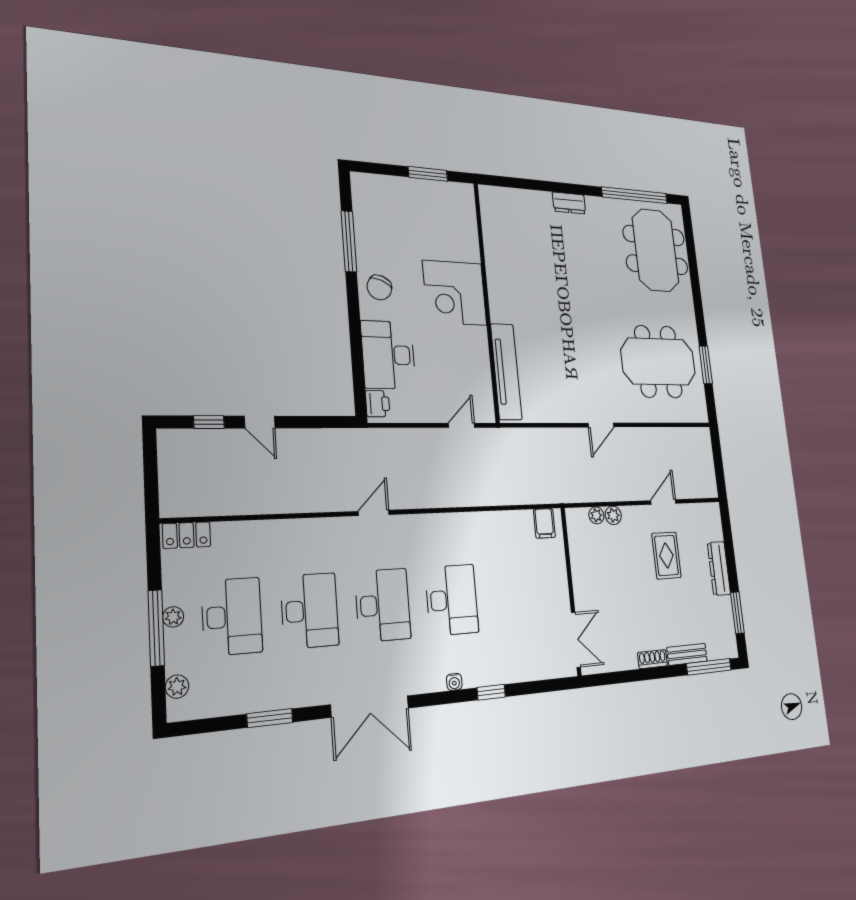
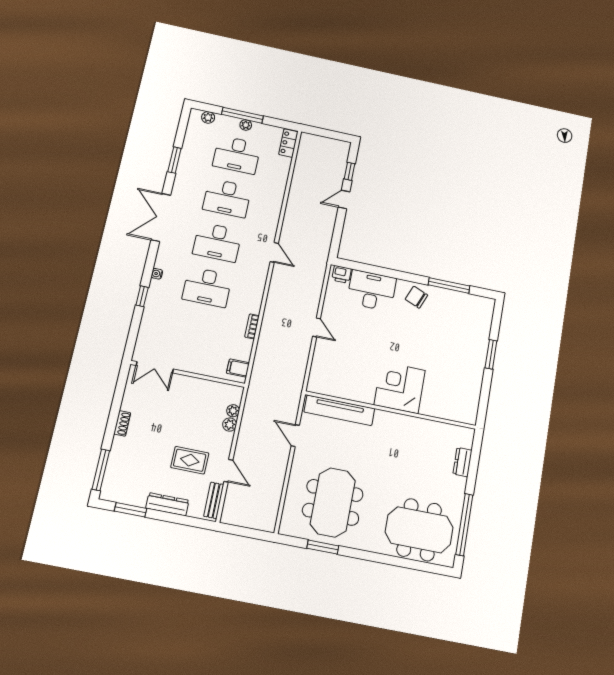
corner desk: (455, 293) -> (400, 388), moved
wall: (486, 301) -> (391, 410), moved
tv unit: (506, 372) -> (339, 410), moved
bookcase: (486, 518) -> (252, 326), added
bench: (687, 654) -> (214, 500), moved

